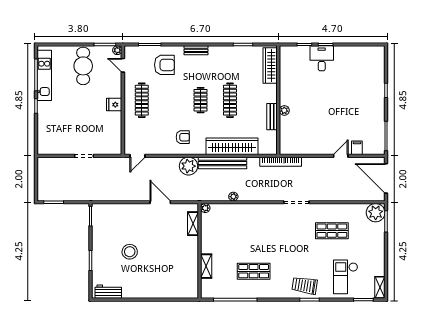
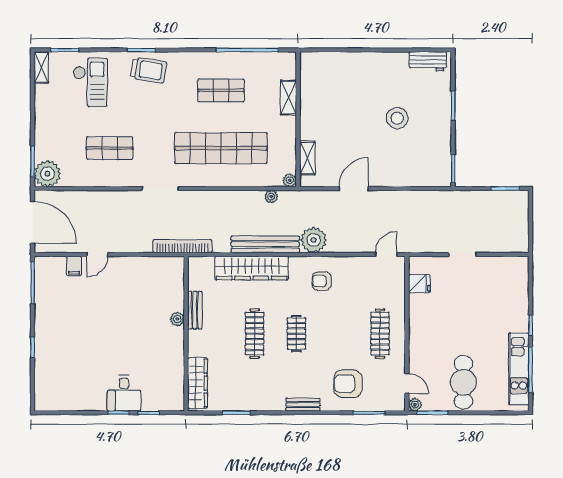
fridge: (114, 105) -> (419, 284), moved
plant: (233, 197) -> (271, 197), moved
door: (160, 202) -> (354, 189), swing flipped
shop shelf: (254, 231) -> (221, 148), added

